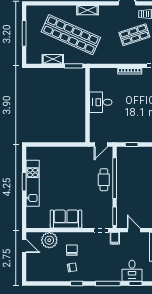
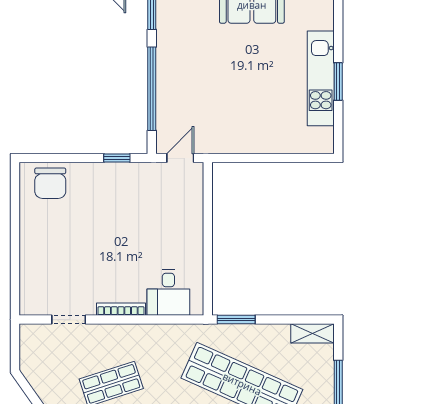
shelving: (53, 59) -> (312, 333), moved
desk: (101, 102) -> (168, 292), moved, turned 90
cafe table: (104, 180) -> (174, 85), removed

